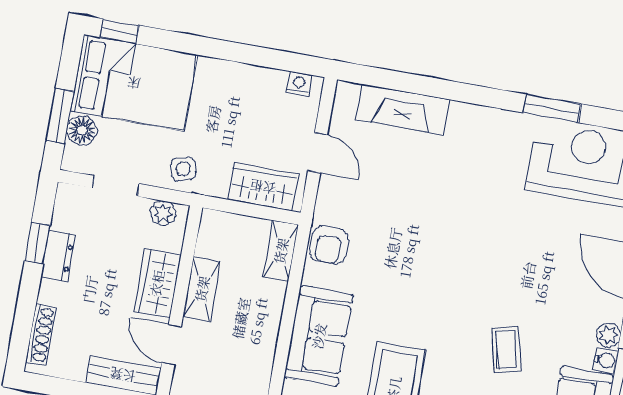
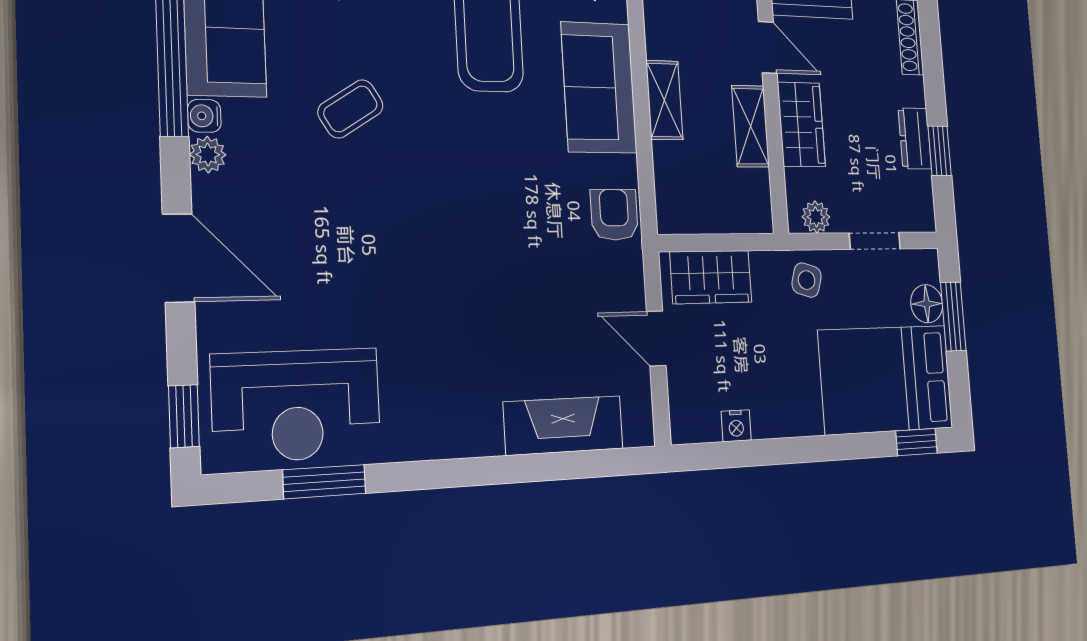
nightstand: (299, 84) -> (736, 426), moved
window: (552, 108) -> (324, 482), moved
side table: (183, 169) -> (807, 280), turned 35
shelving: (281, 251) -> (664, 100), moved
coffee table: (506, 349) -> (350, 109), turned 71

